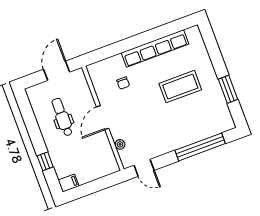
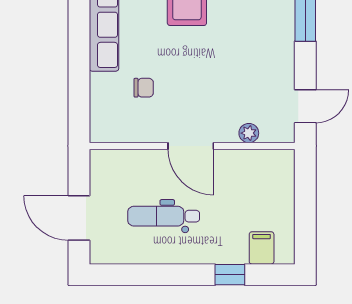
door: (57, 71) -> (79, 218), moved
filing cabinet: (69, 183) -> (262, 248), moved

